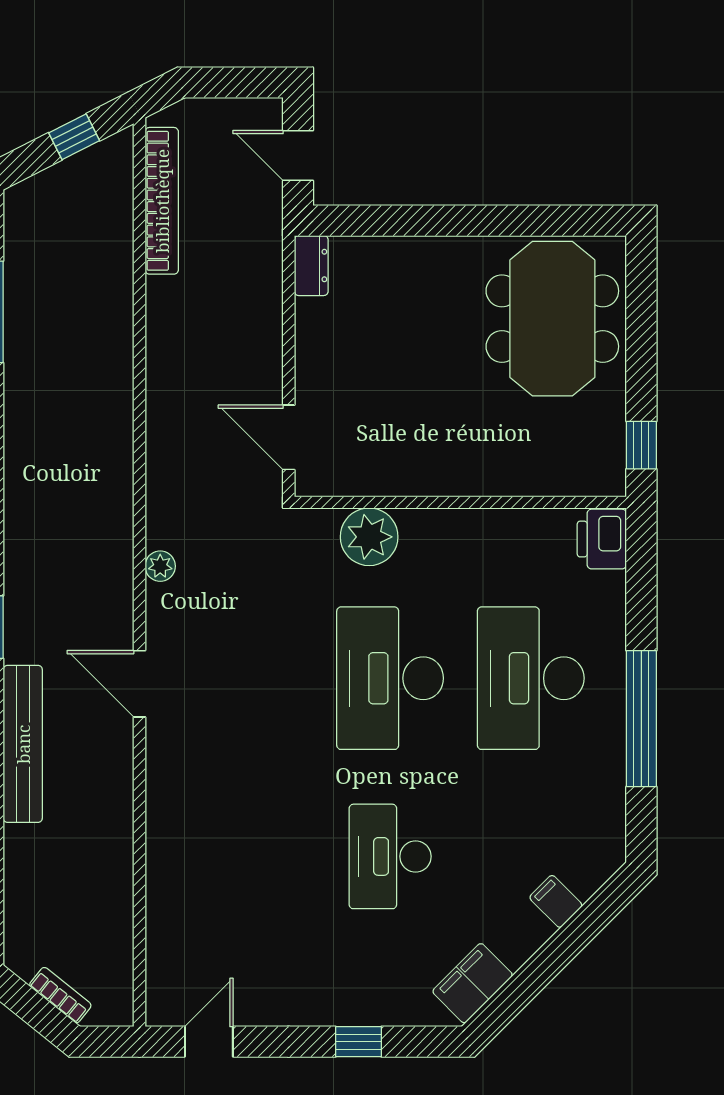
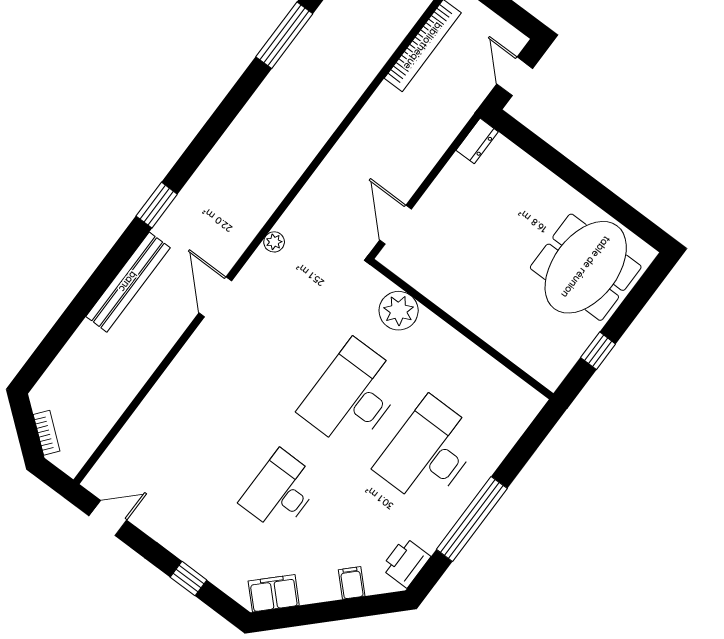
window: (641, 445) -> (598, 351), moved
printer: (602, 539) -> (406, 563), moved

